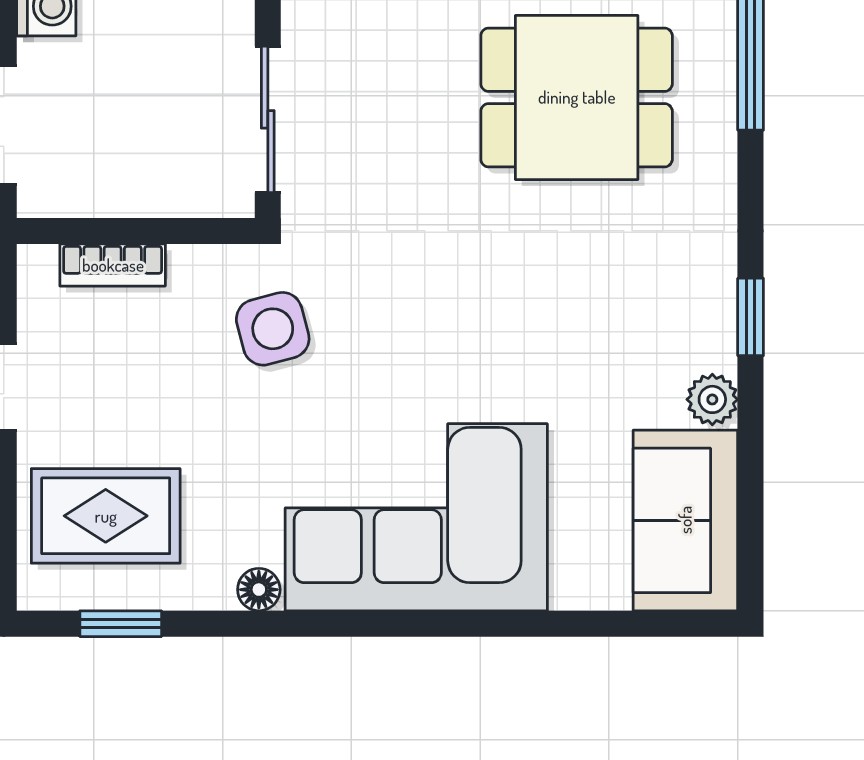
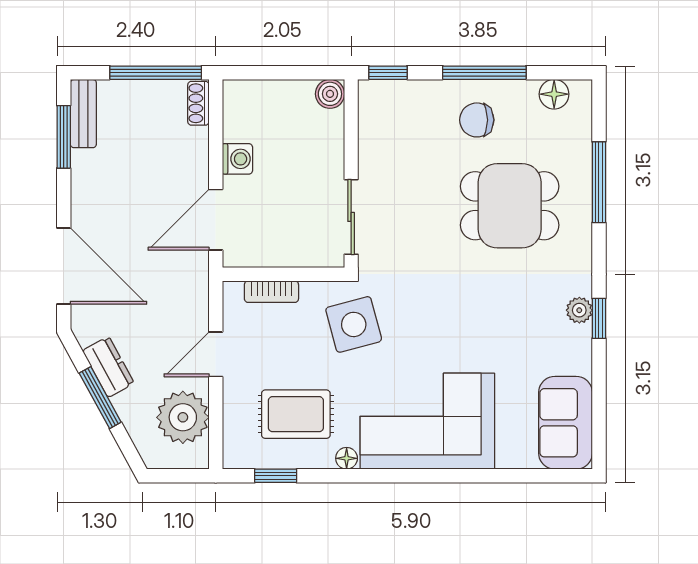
side table: (273, 329) -> (354, 324), width x1.37, depth x1.37
plant: (712, 399) -> (579, 310), moved
rug: (106, 516) -> (296, 414), moved

